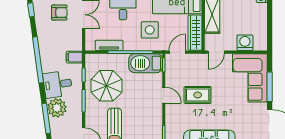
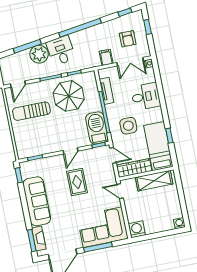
washing machine: (245, 43) -> (137, 229), moved, turned -90
filing cabinet: (74, 57) -> (106, 57), moved

